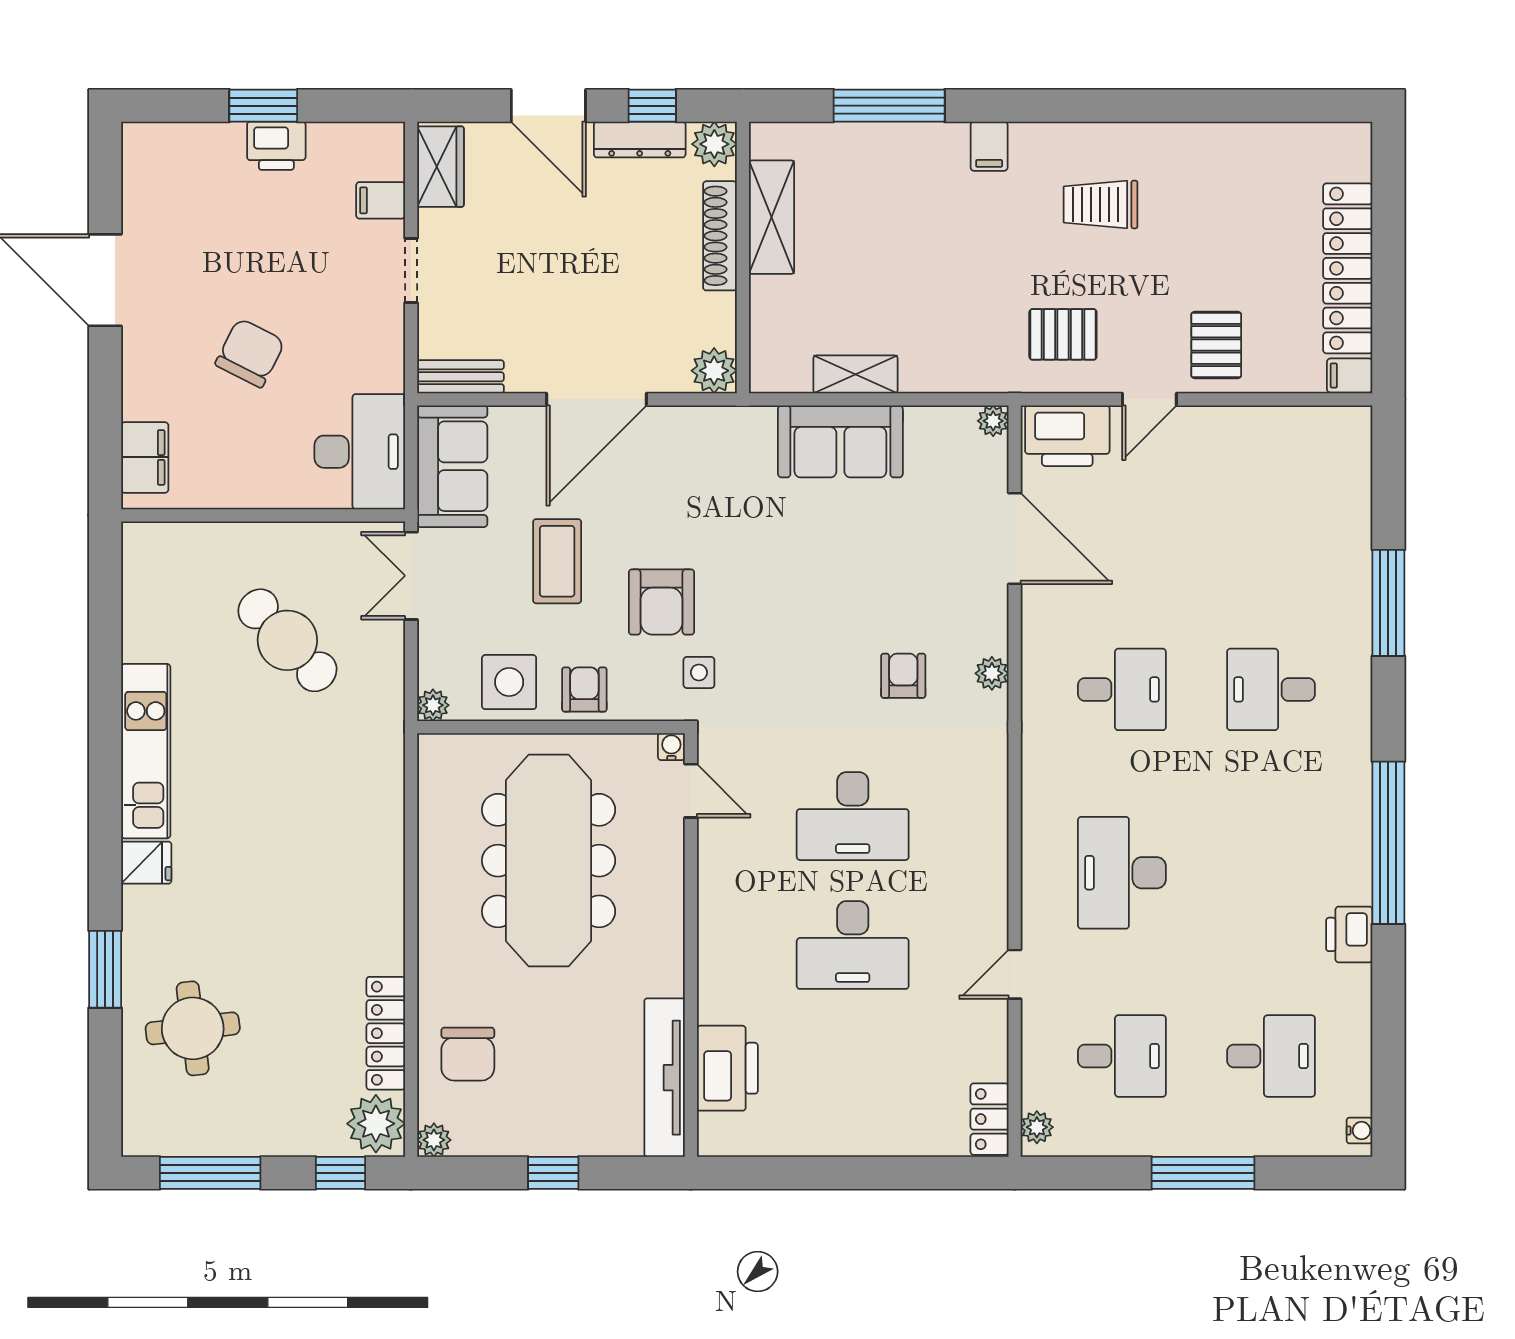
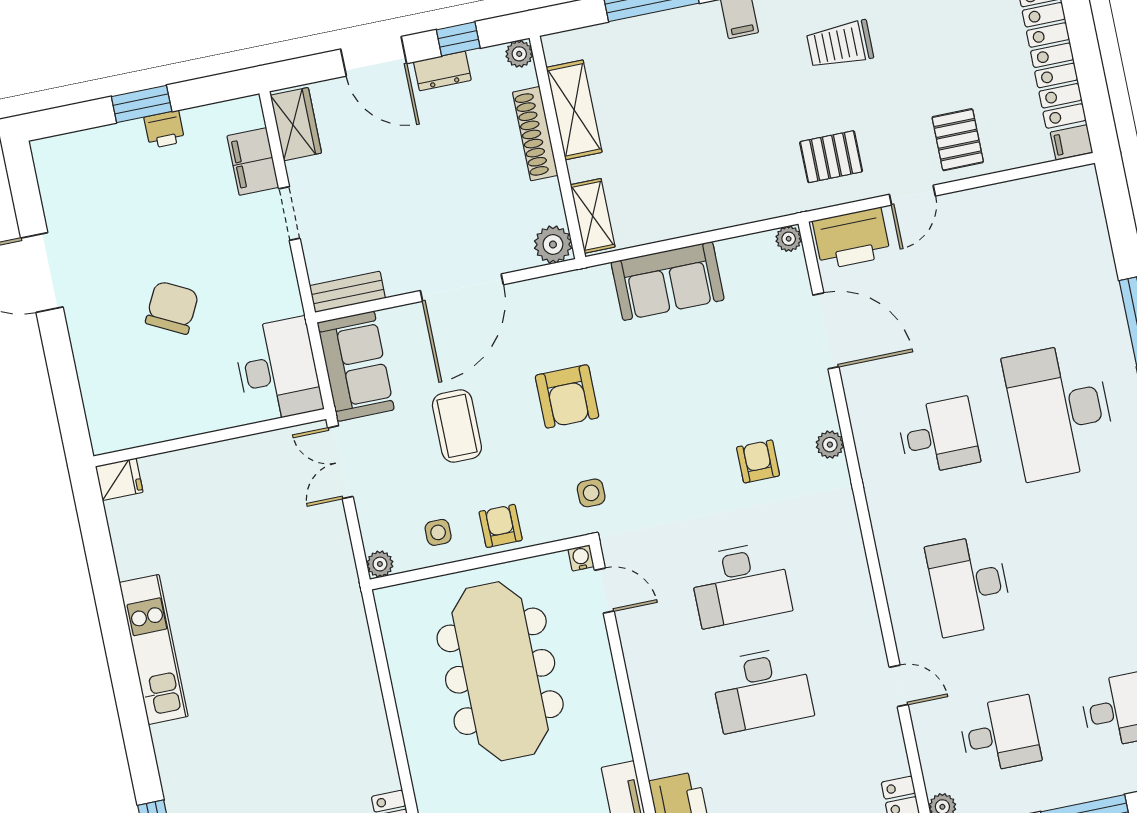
dresser: (640, 139) -> (442, 71), width x0.70
plant: (714, 144) -> (519, 54), width x0.73, depth x0.73
printer: (276, 146) -> (164, 129), width x0.73, depth x0.81
filing cabinet: (381, 200) -> (253, 162), width x2.00
shelving: (856, 374) -> (593, 216), moved, turned 90
filing cabinet: (145, 457) -> (104, 410), removed
armchair: (661, 602) -> (567, 396), moved
cafe table: (287, 640) -> (251, 535), removed
side table: (509, 682) -> (438, 532), width x0.54, depth x0.54
desk: (1271, 689) -> (1060, 411), width x1.87, depth x1.30
fridge: (146, 863) -> (119, 479), moved
door: (1015, 974) -> (899, 686), swing flipped

